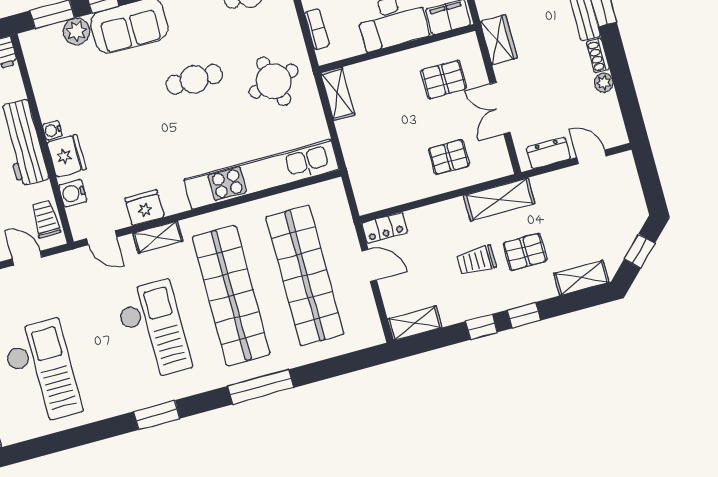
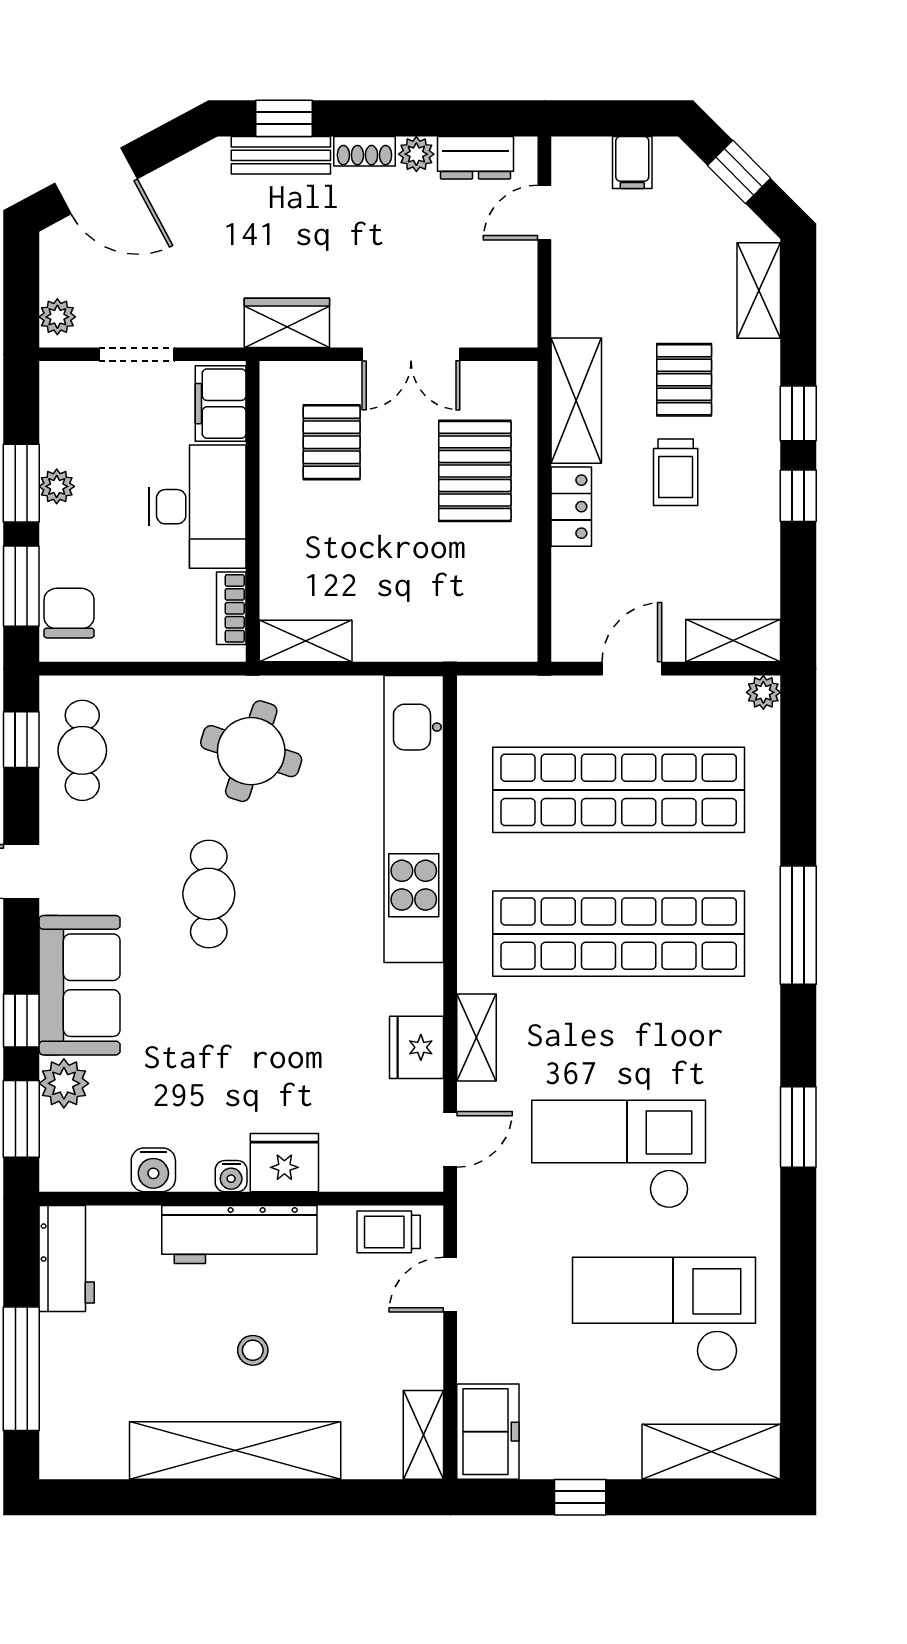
bookcase: (317, 29) -> (231, 608), moved, turned -90
round table: (274, 81) -> (251, 751), turned 33
dresser: (549, 153) -> (476, 158), moved, turned -90
pallet: (449, 157) -> (475, 471), width x1.50, depth x1.42
water cooler: (73, 193) -> (153, 1170), moved
filing cabinet: (629, 195) -> (632, 163), added
locker: (385, 228) -> (571, 507), moved
shelving: (415, 323) -> (733, 641), moved, turned 90
checkout: (153, 330) -> (619, 1154), moved
plant: (375, 336) -> (763, 692), added

